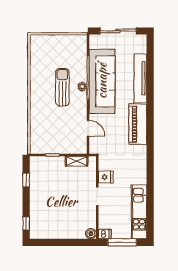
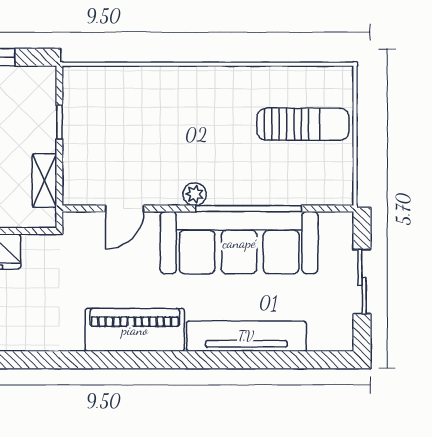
sliding door: (118, 31) -> (362, 282), width x0.73
sun lounger: (62, 87) -> (303, 124), moved
plant: (82, 87) -> (195, 194), moved

